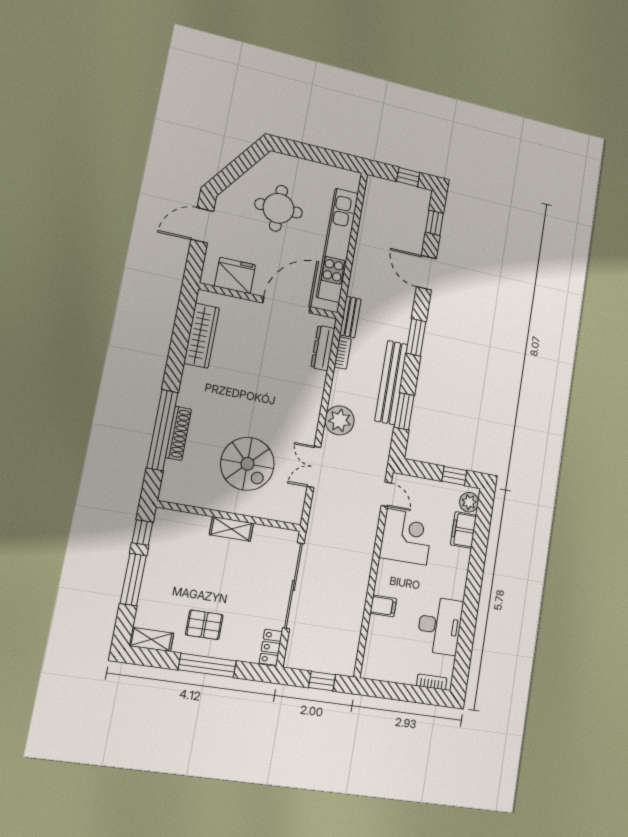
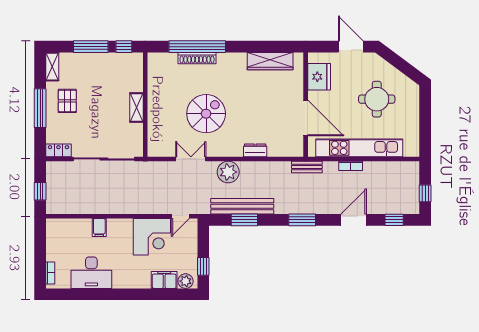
dresser: (323, 348) -> (255, 150), moved, width x0.70
bookcase: (343, 353) -> (351, 166), moved
bench: (391, 382) -> (242, 206), moved
spiral stairs: (247, 464) -> (206, 114), moved, turned 180

